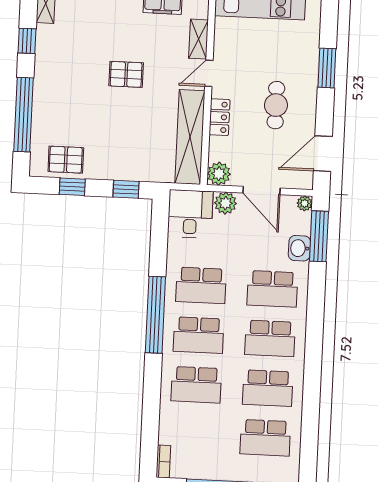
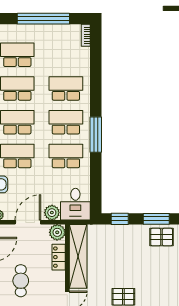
locker: (219, 117) -> (59, 257), moved
window: (72, 187) -> (156, 219), width x1.50
door: (262, 191) -> (28, 222), hinge flipped
window: (155, 315) -> (96, 135), width x0.68

